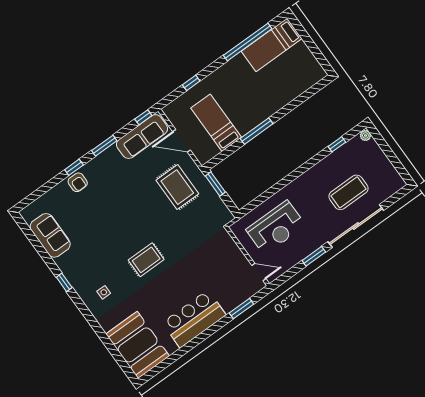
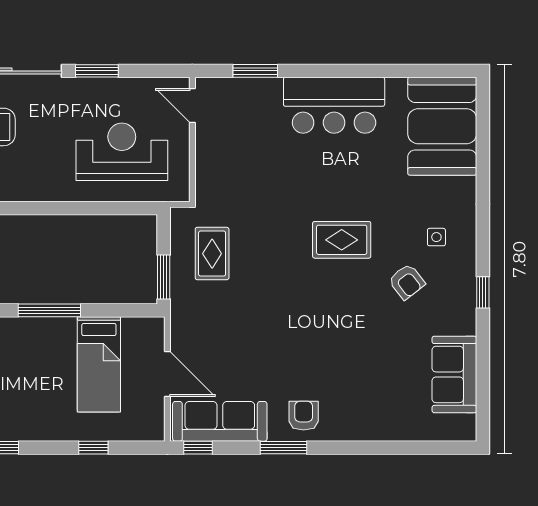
window: (74, 167) -> (350, 448), removed
armchair: (78, 182) -> (304, 416), moved
rug: (177, 187) -> (212, 254), moved, width x0.73, depth x0.70
armchair: (103, 262) -> (407, 282), added

